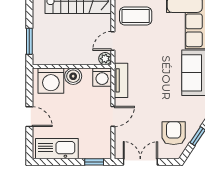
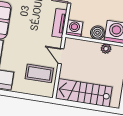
door: (113, 41) -> (61, 56), swing flipped
plant: (105, 59) -> (106, 49), moved

